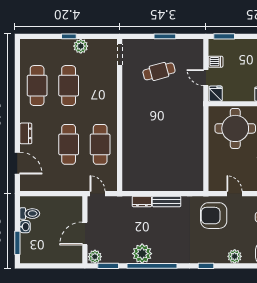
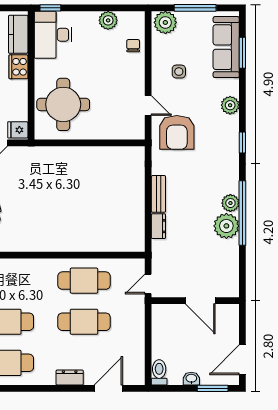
door: (234, 194) -> (148, 105), swing flipped
toilet: (30, 214) -> (159, 372), moved
plant: (95, 257) -> (230, 203), moved
door: (39, 266) -> (242, 360), added
window: (108, 266) -> (242, 270), removed

